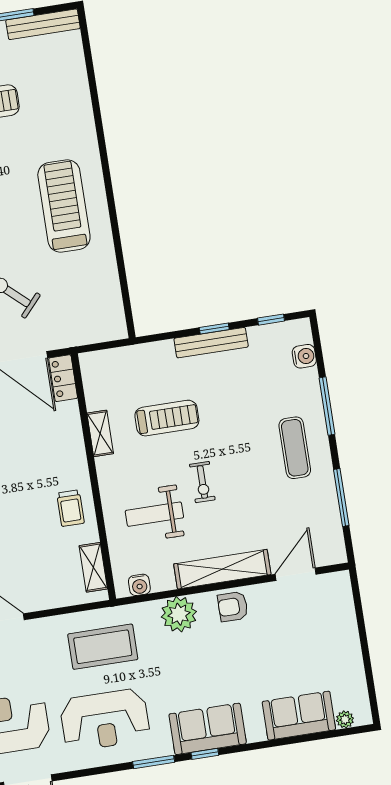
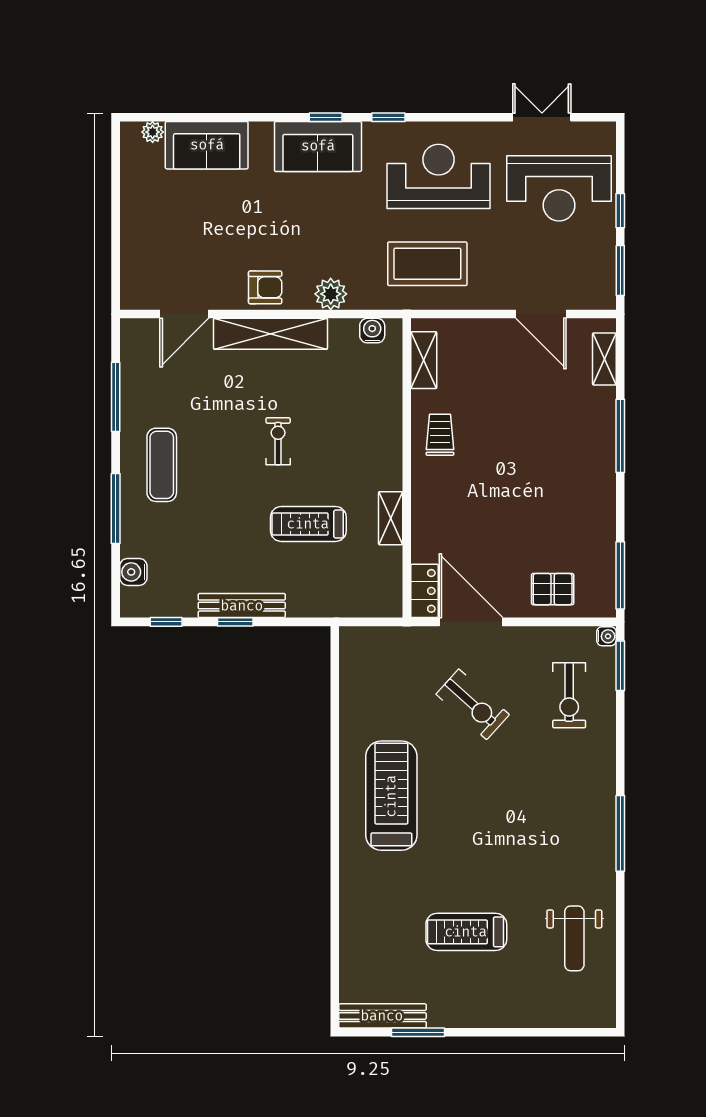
treadmill: (64, 206) -> (391, 796), turned 180
weight bench: (154, 514) -> (341, 412), removed
plant: (179, 614) -> (331, 294), width x0.73, depth x0.73
window: (154, 762) -> (388, 117), width x0.67

